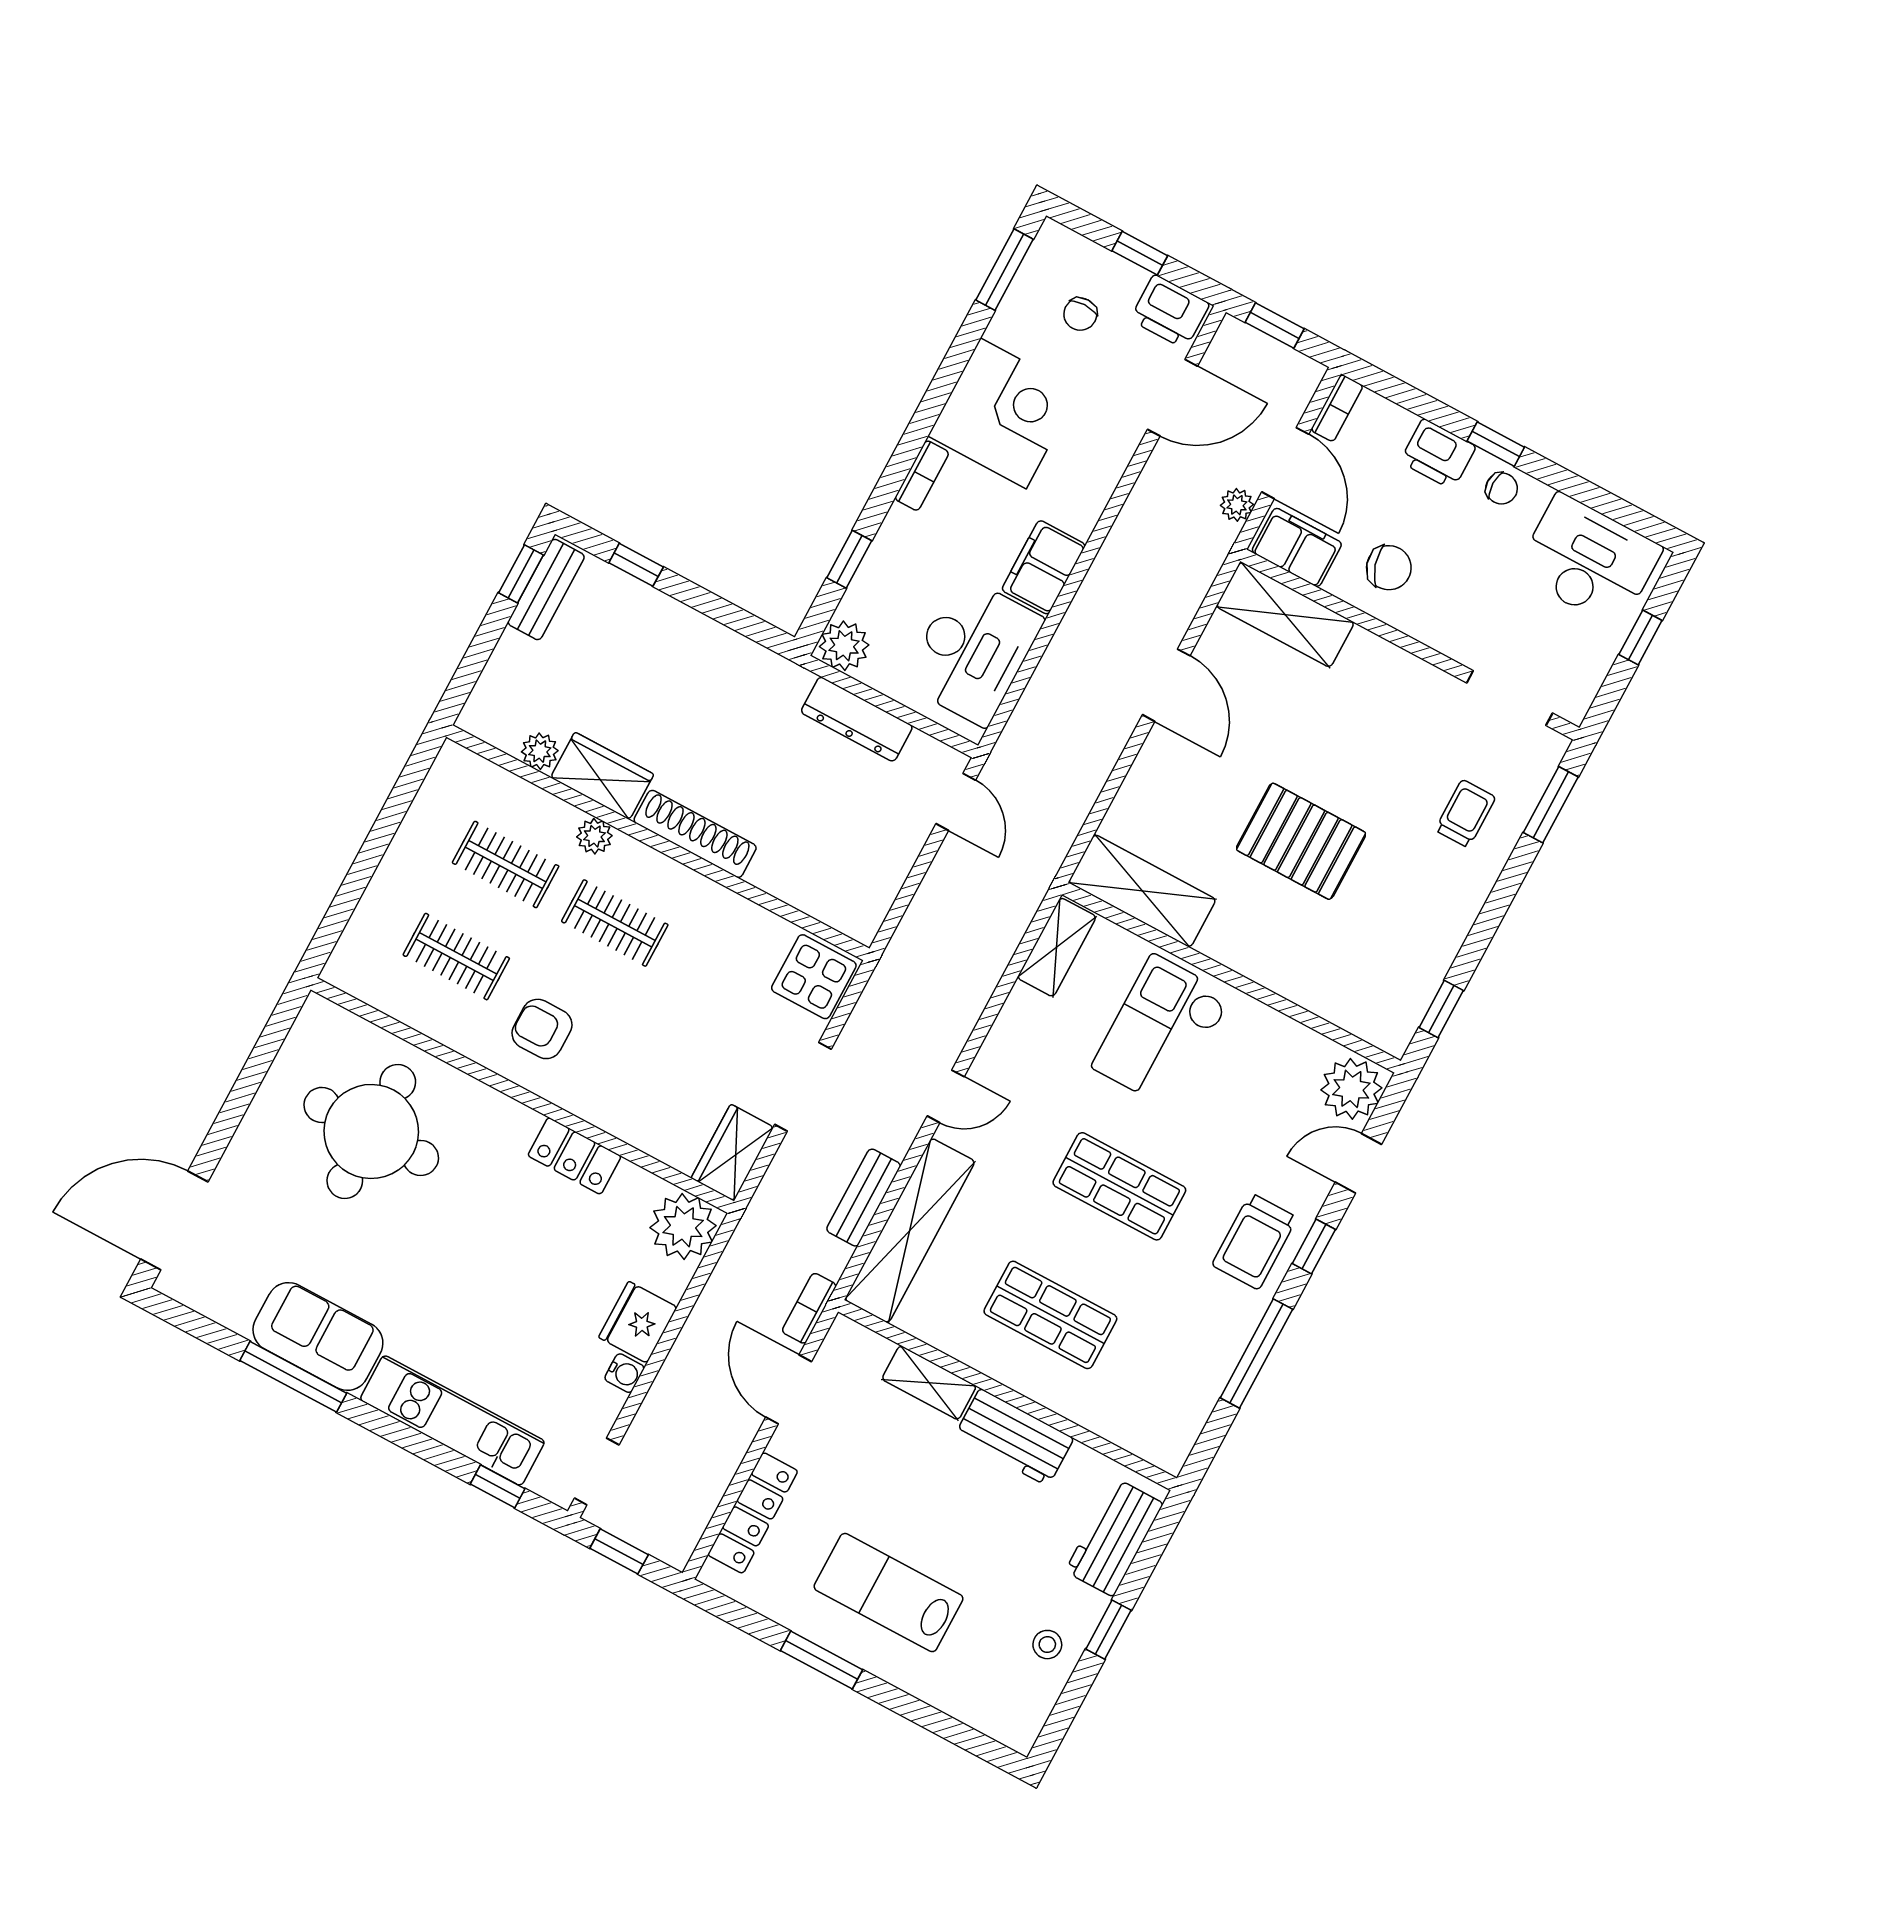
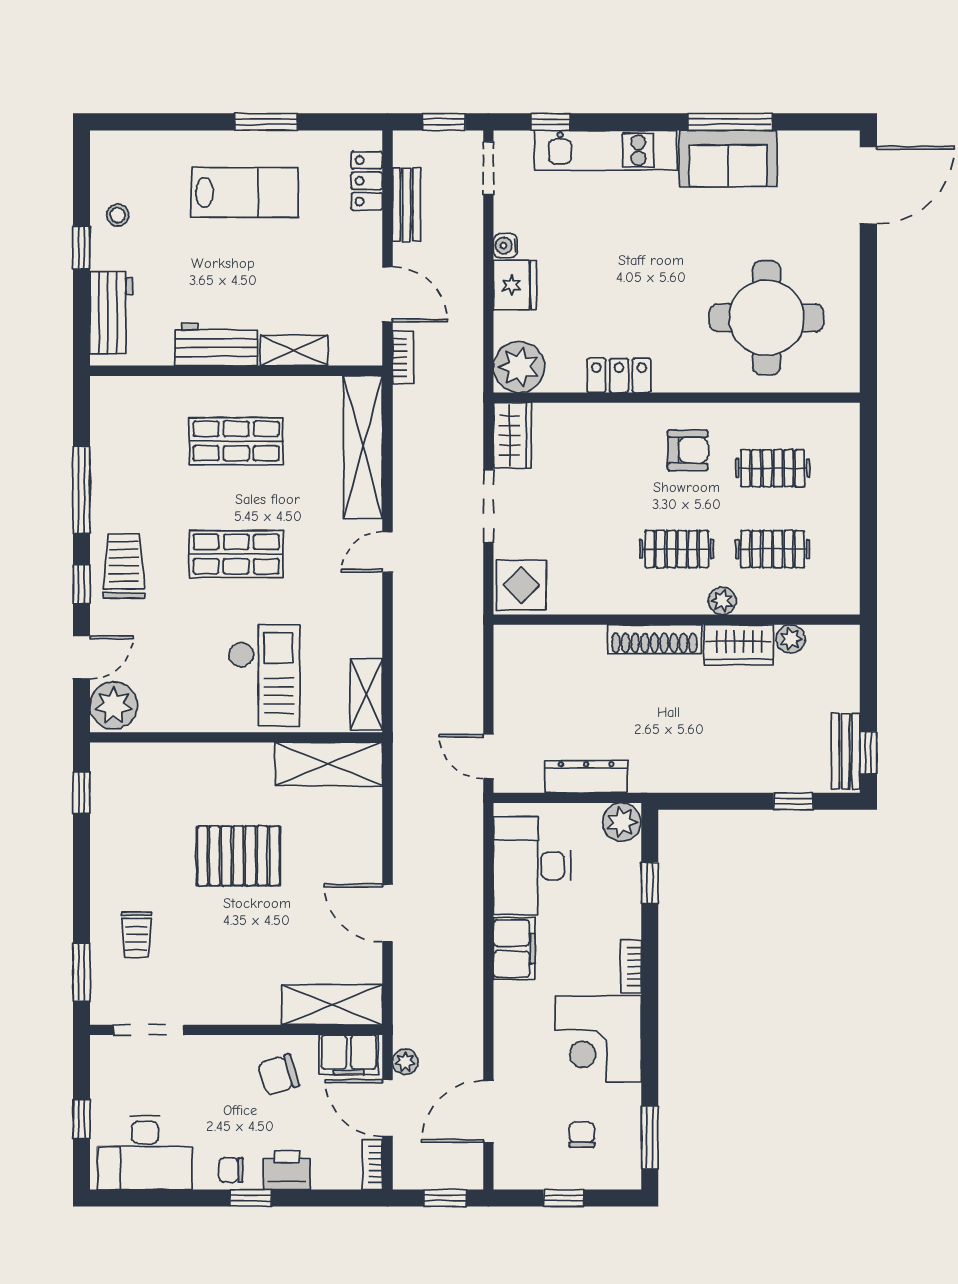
printer: (1170, 312) -> (522, 1169), removed
bench: (864, 1198) -> (407, 205), moved
locker: (753, 1513) -> (367, 181), width x0.66

